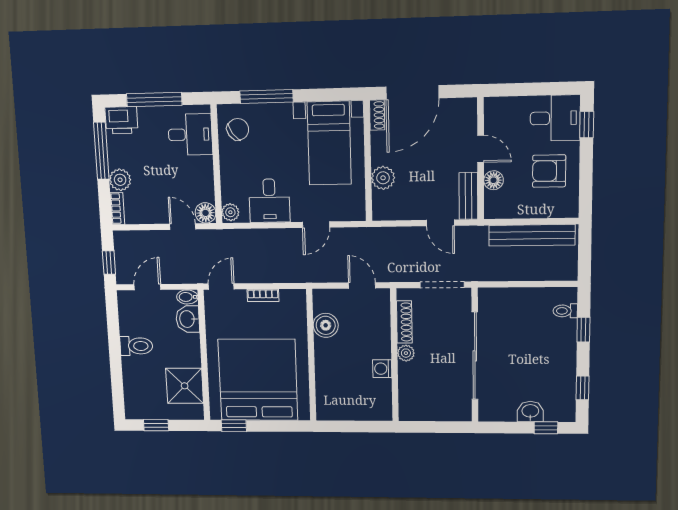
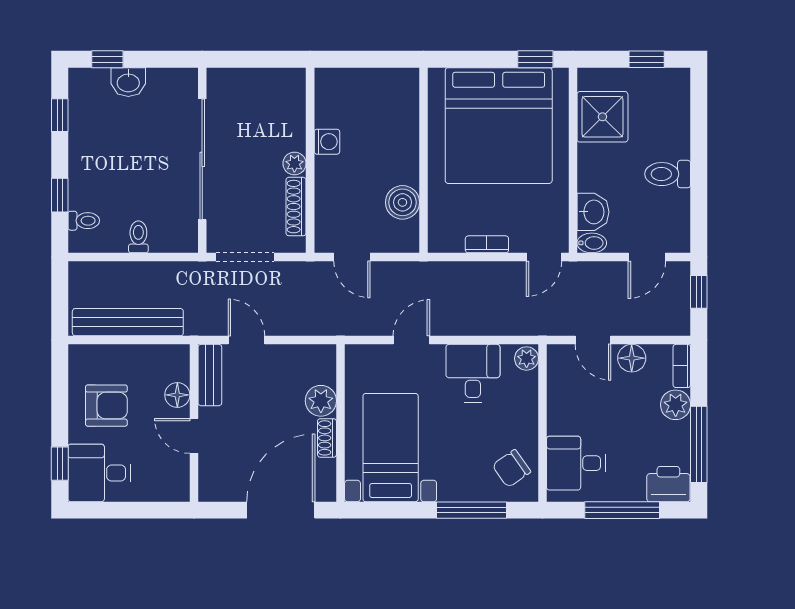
shoe rack: (377, 115) -> (327, 438), moved
floor lamp: (205, 213) -> (632, 358), moved
toilet: (523, 299) -> (138, 237), added

